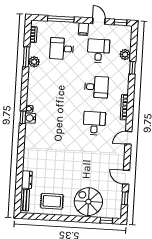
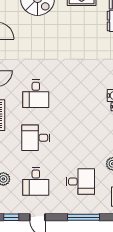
filing cabinet: (83, 29) -> (56, 207), removed

